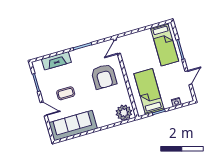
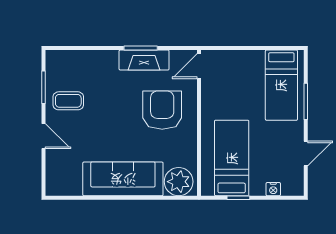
fireplace: (56, 61) -> (144, 60), moved
armchair: (104, 76) -> (162, 110), turned 180
coffee table: (66, 93) -> (68, 101), moved
sofa: (73, 126) -> (123, 179), moved

